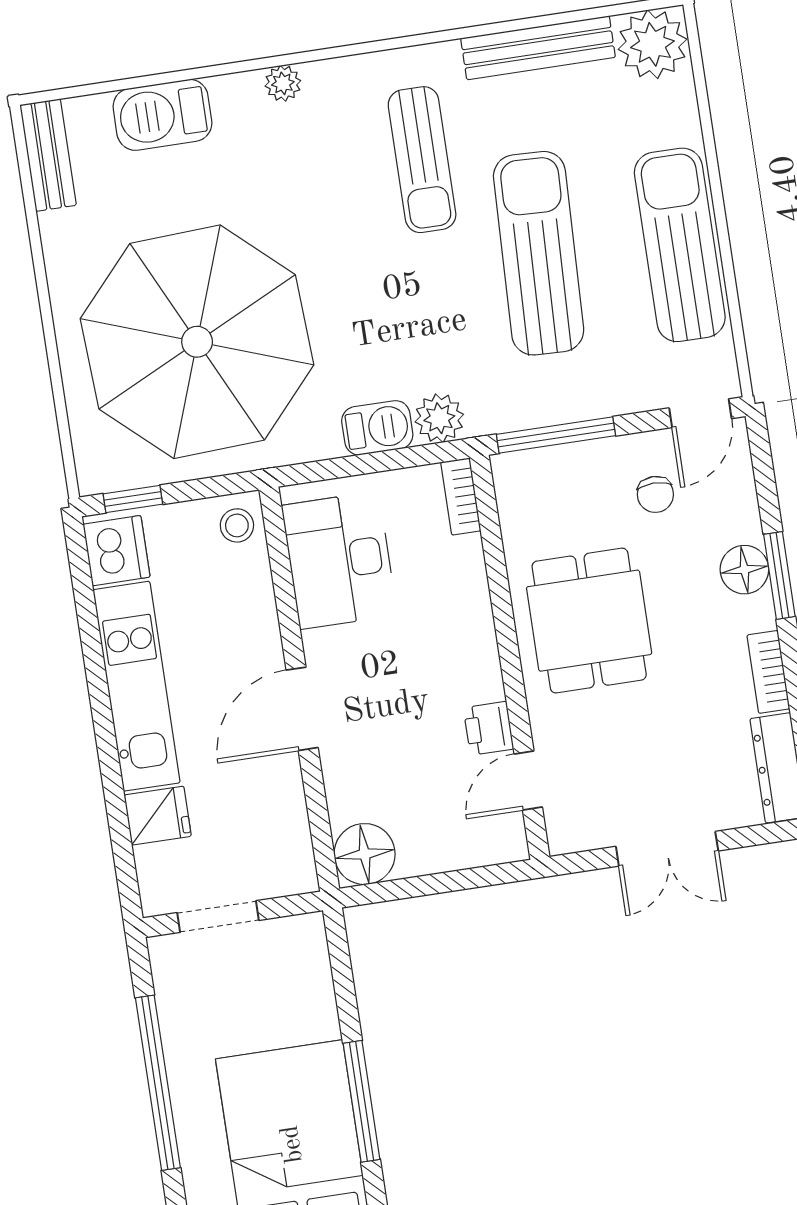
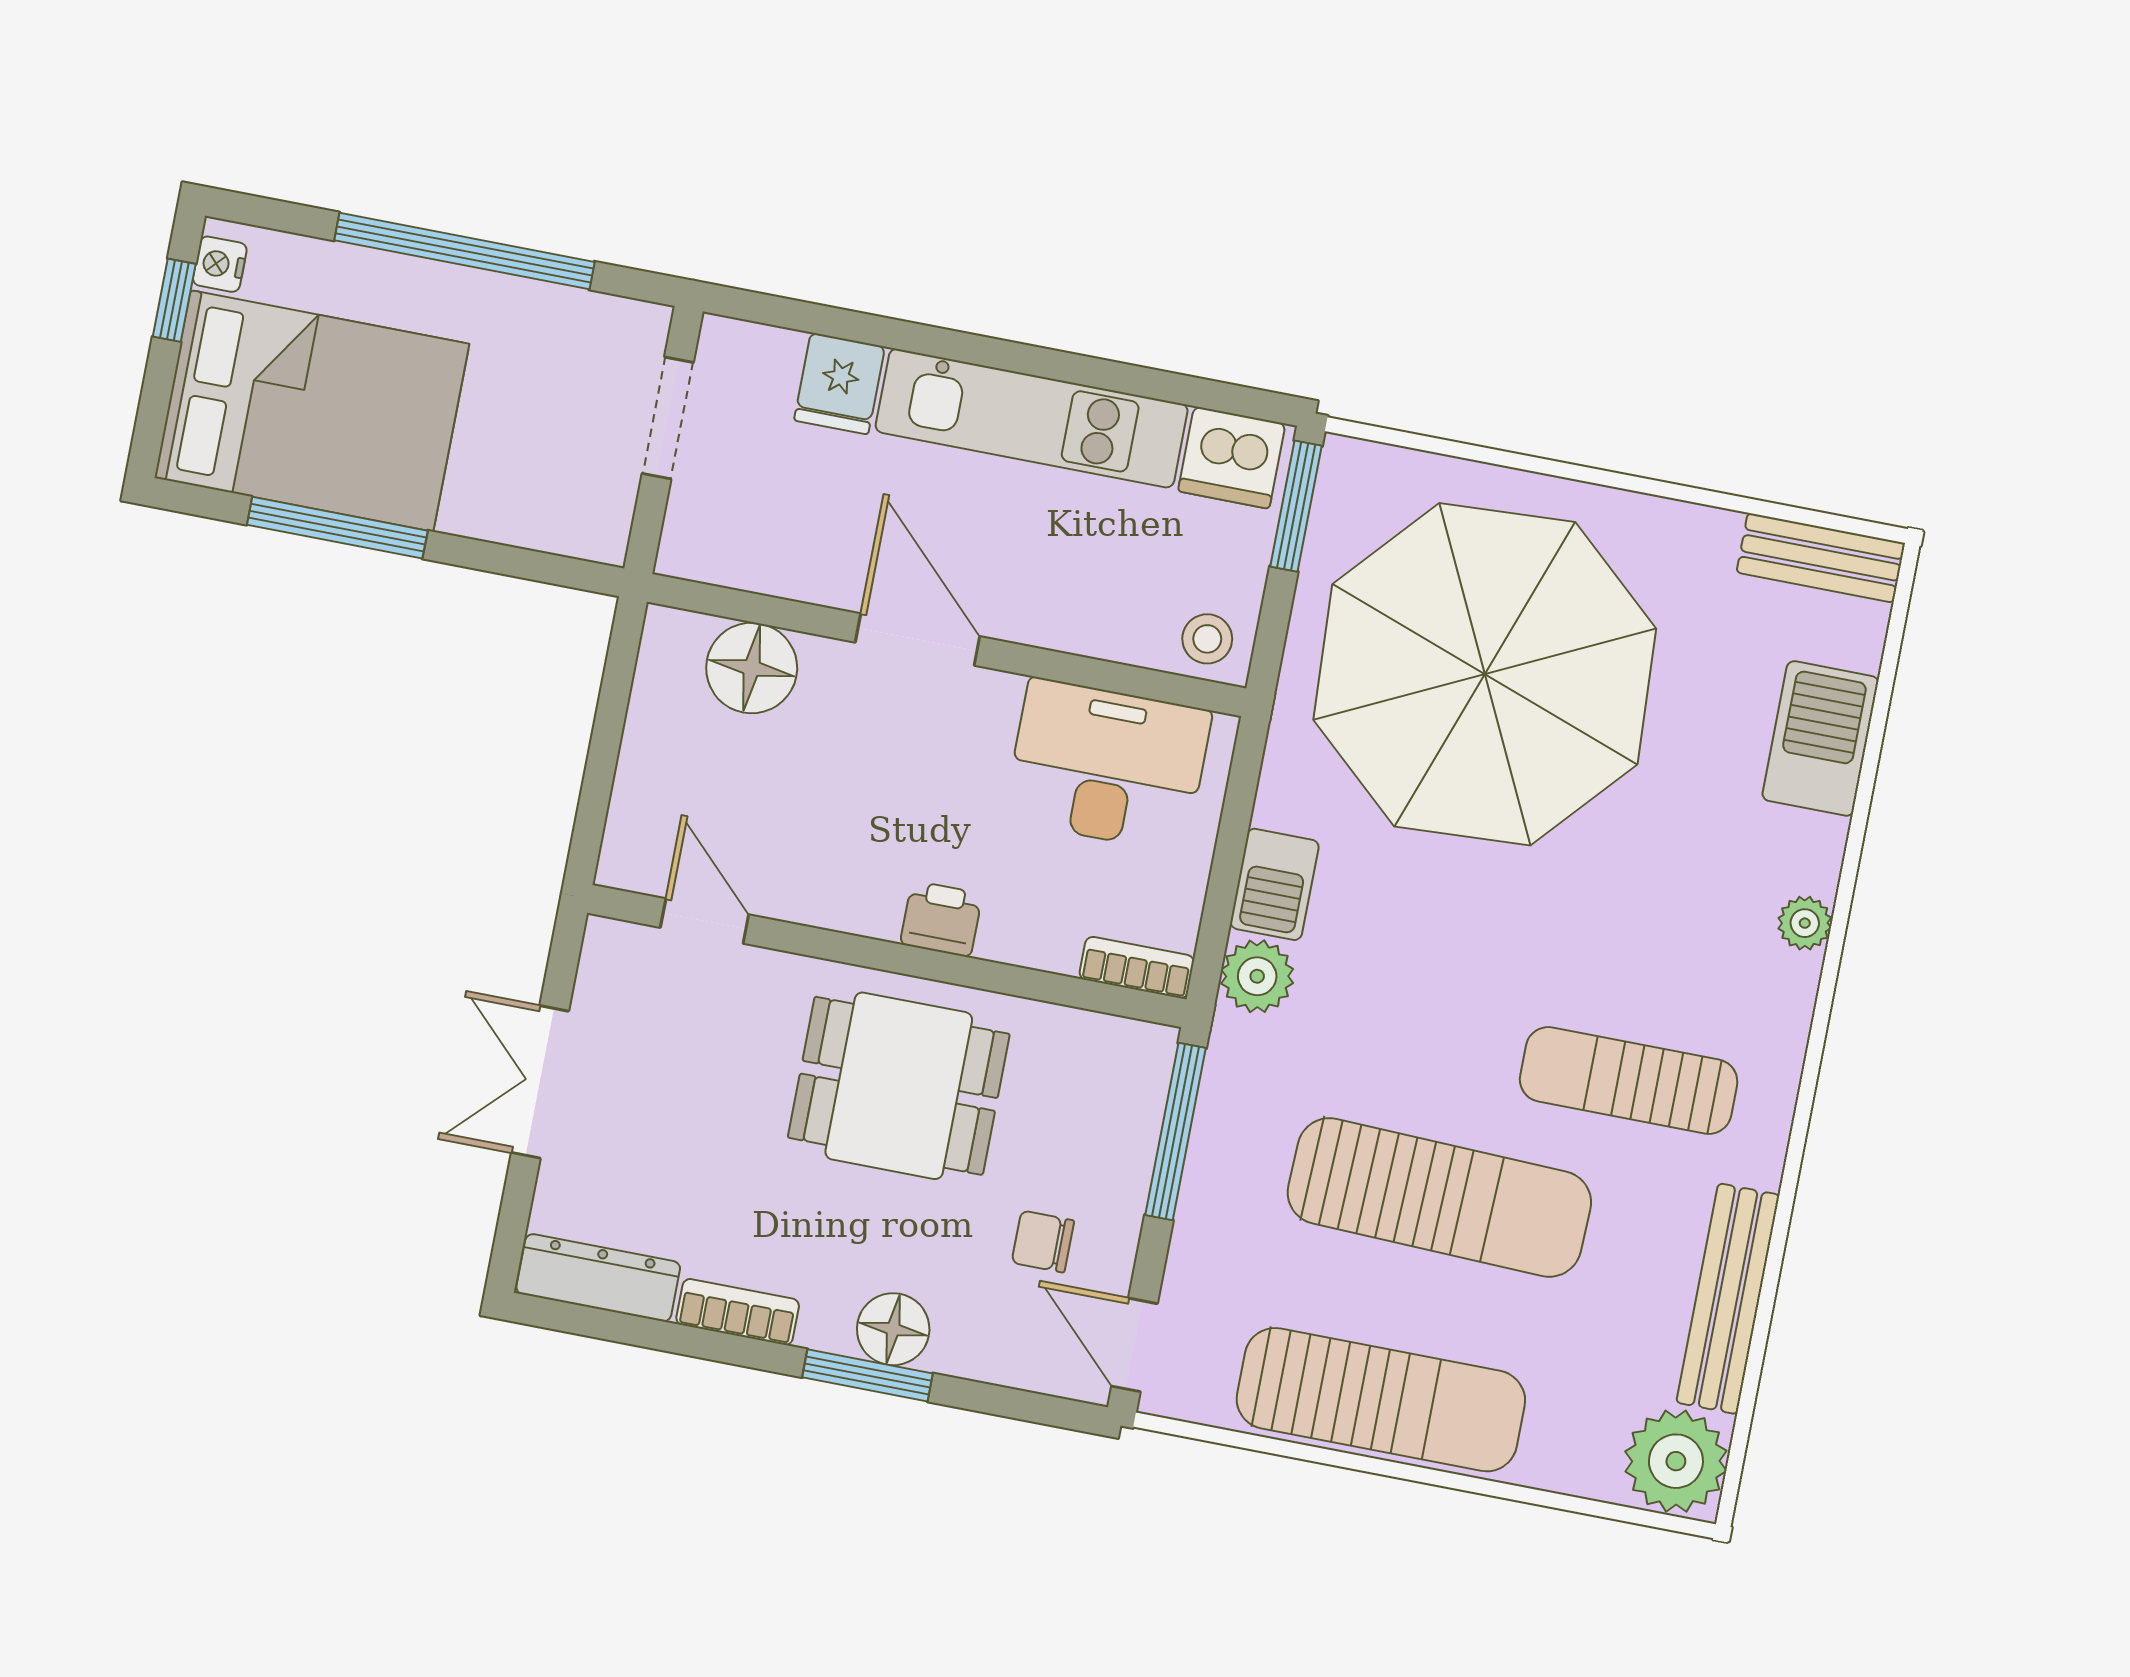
window: (133, 499) -> (1296, 506), width x1.50
printer: (489, 728) -> (941, 919), moved
floor lamp: (365, 854) -> (752, 668), moved

